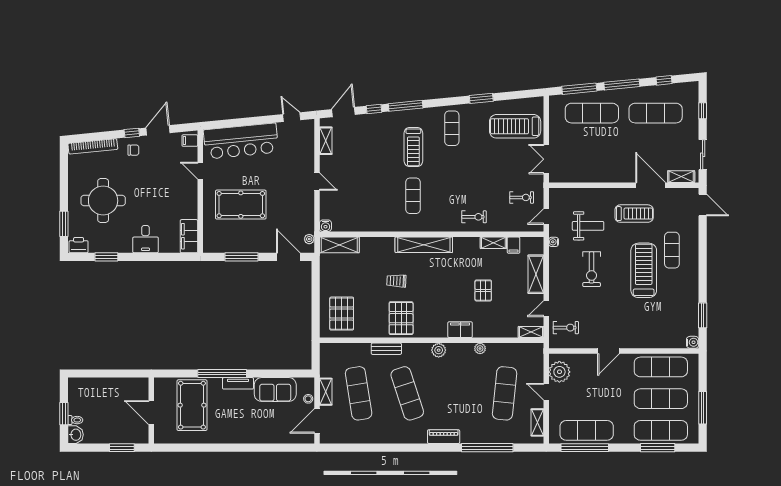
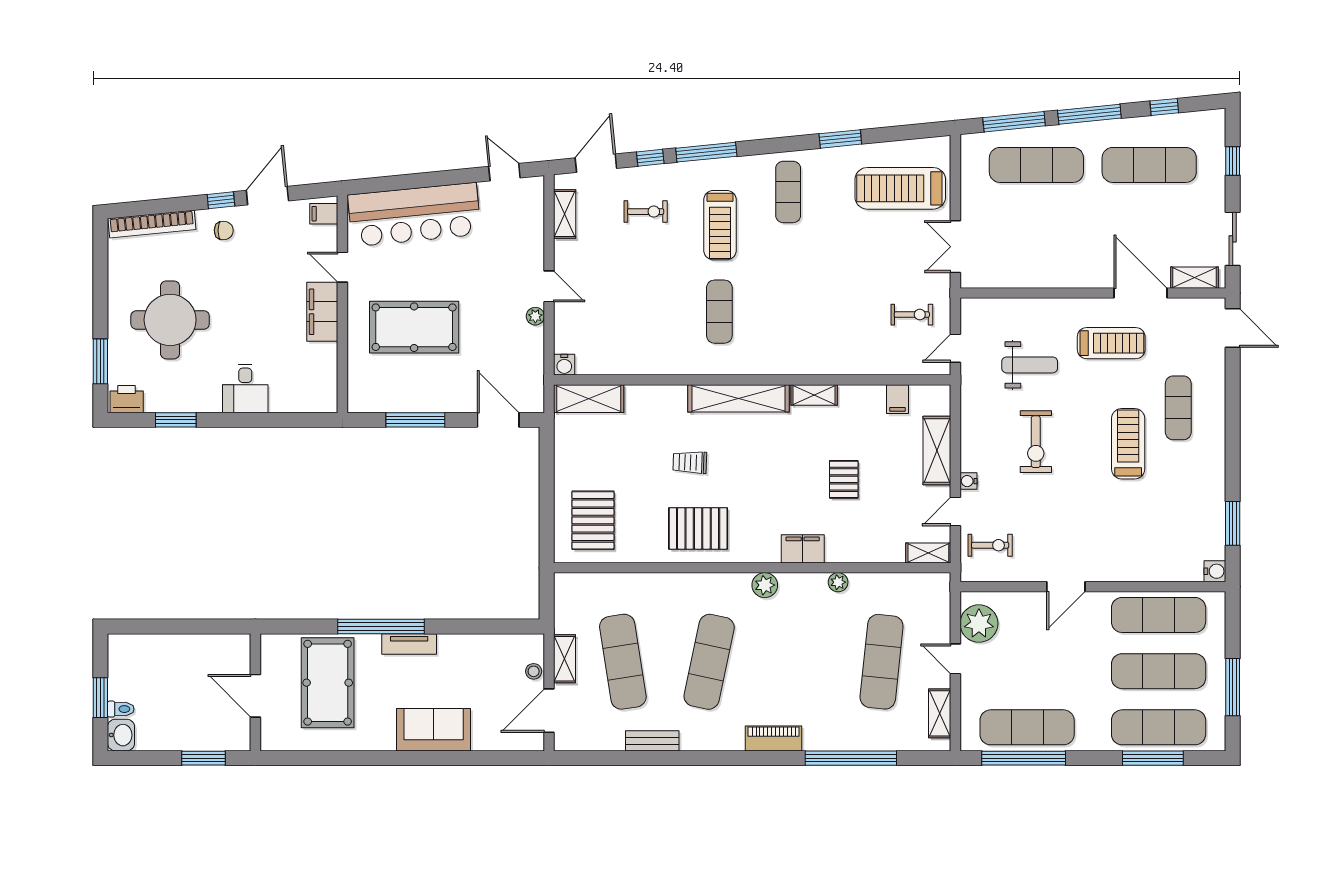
exercise bike: (474, 217) -> (646, 212), moved
filing cabinet: (189, 236) -> (322, 312), moved
plant: (309, 239) -> (535, 316), moved
water cooler: (554, 242) -> (968, 481), moved
shelving: (493, 243) -> (814, 395), moved
treadmill: (644, 270) -> (1128, 444), width x0.73, depth x0.73
pallet: (401, 318) -> (698, 528), turned 90
bench: (386, 349) -> (652, 741), moved
sofa: (275, 389) -> (434, 730), moved, turned 180
exercise mat: (407, 393) -> (709, 662), turned 30

